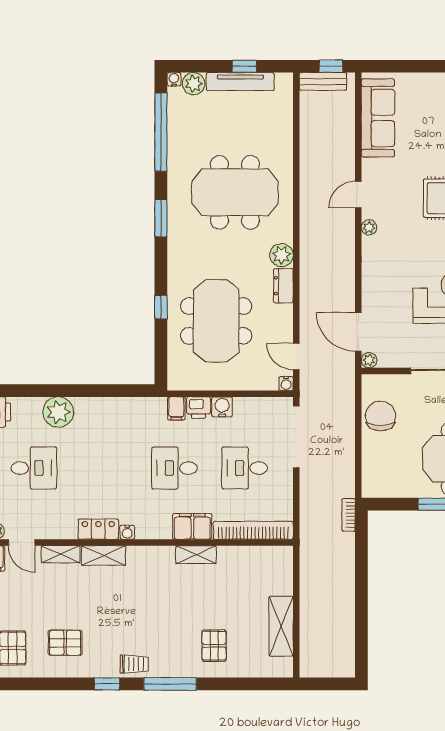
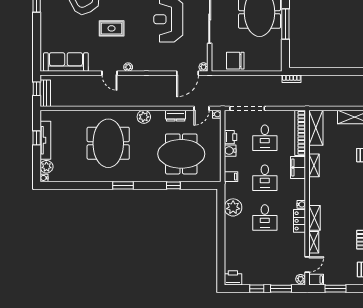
window: (161, 132) -> (74, 185), removed
dresser: (283, 286) -> (176, 116), moved
printer: (199, 408) -> (230, 137), moved
plant: (58, 412) -> (233, 207), moved
desk: (34, 468) -> (265, 218), moved, turned 180
shelving: (262, 558) -> (316, 128), added

